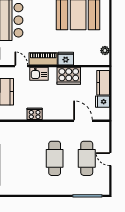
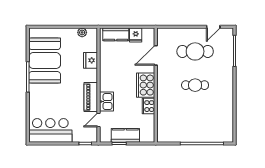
fridge: (66, 59) -> (90, 60), moved
cooker: (69, 76) -> (146, 85), moved, turned 180
cafe table: (55, 158) -> (195, 85), width x0.73, depth x0.74
door: (110, 159) -> (213, 27), moved

